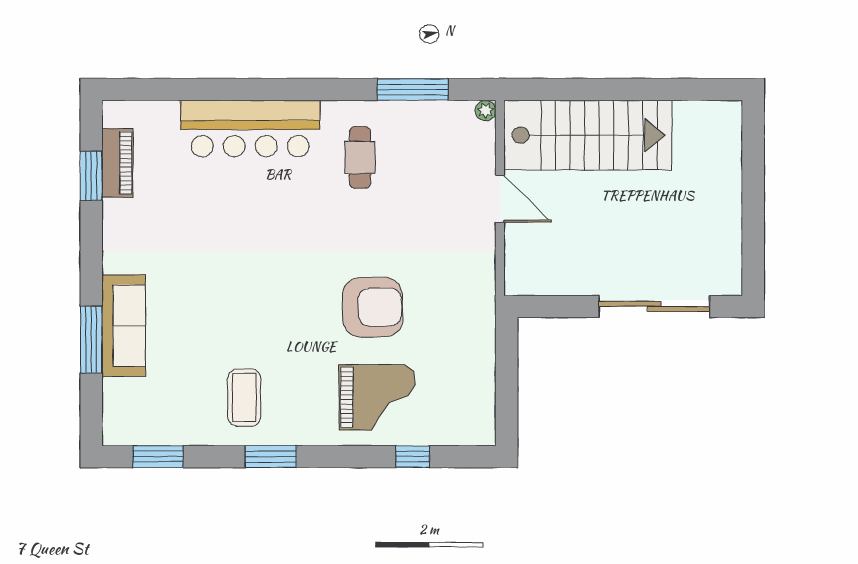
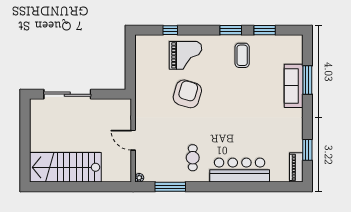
stairs: (588, 135) -> (65, 167), moved
piano: (117, 163) -> (296, 167), moved
armchair: (373, 307) -> (187, 94), turned 107
grand piano: (377, 397) -> (185, 55), turned 180
window: (158, 457) -> (265, 30), moved

